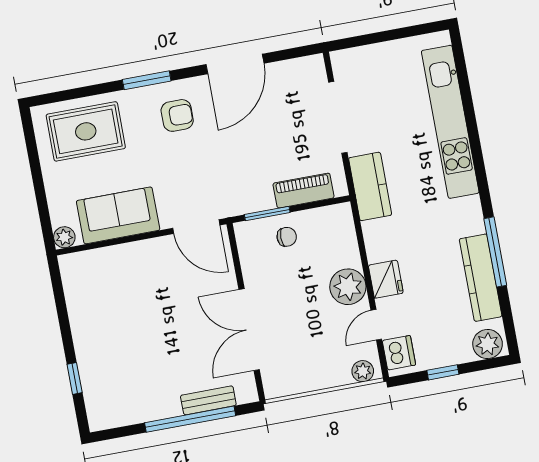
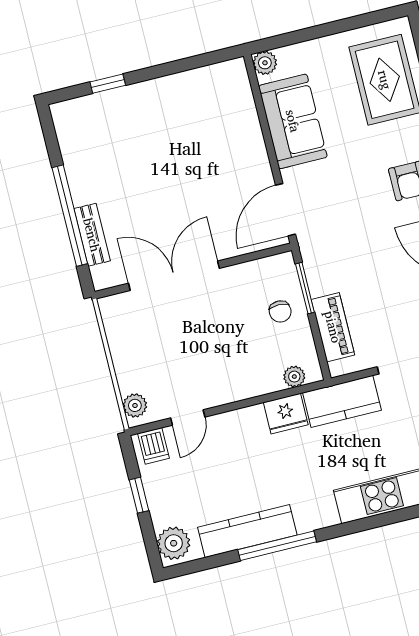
fridge: (386, 279) -> (286, 414), moved
plant: (348, 287) -> (294, 377), moved, width x0.53, depth x0.53
door: (376, 325) -> (188, 417), swing flipped
dishwasher: (399, 353) -> (153, 446), width x0.73

